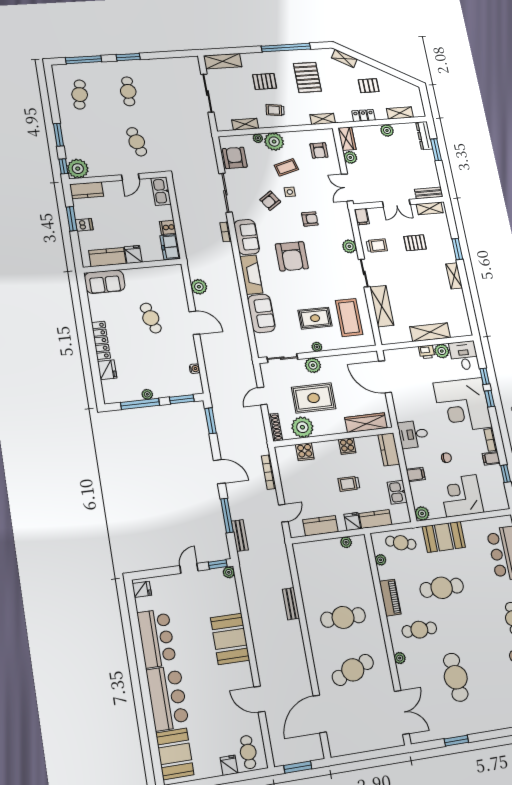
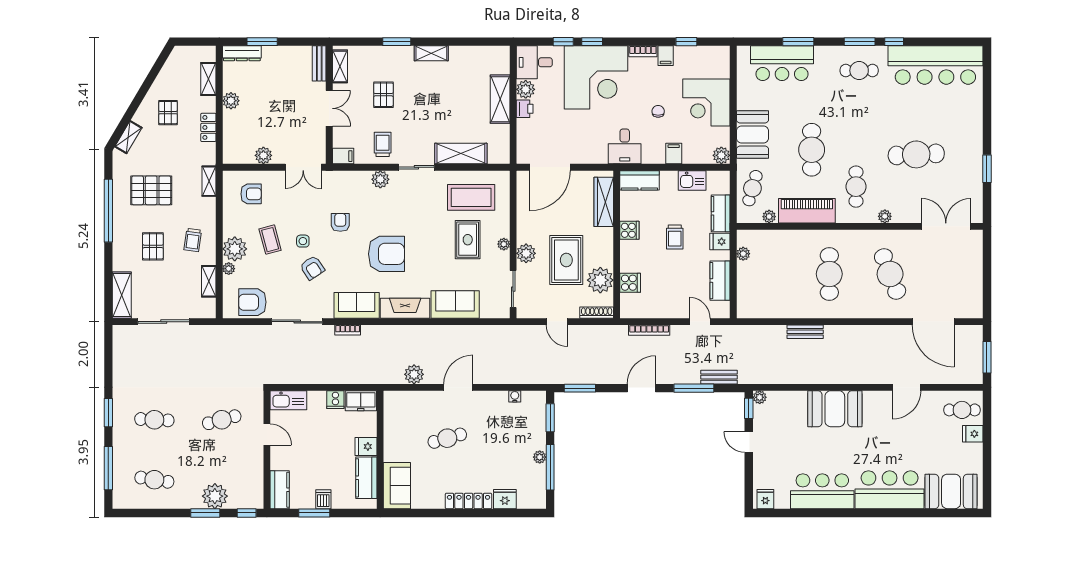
wardrobe: (347, 139) -> (238, 155), removed
plant: (78, 169) -> (215, 496), moved
piano: (390, 598) -> (807, 211), width x1.37, depth x1.33

